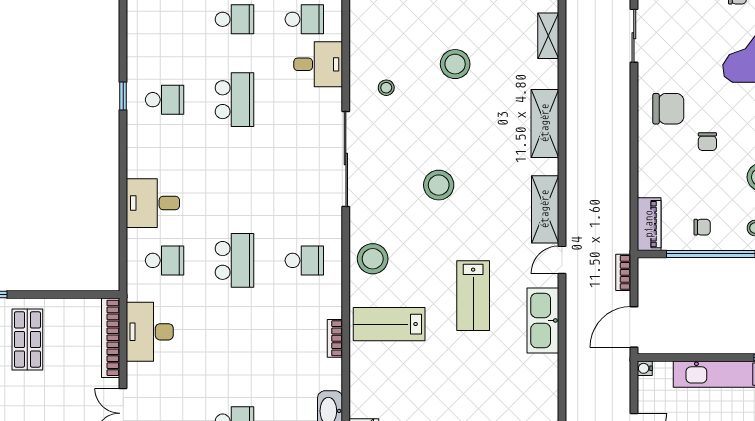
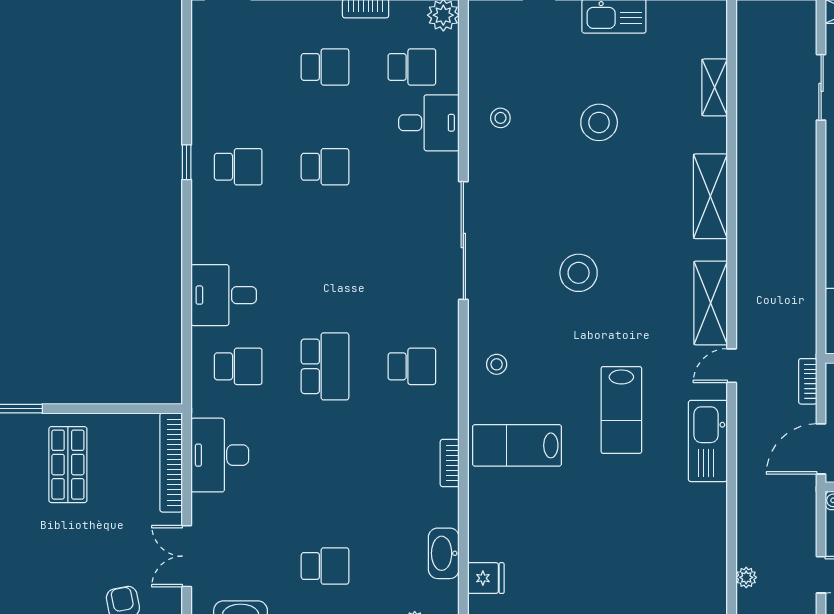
stool: (386, 88) -> (500, 118), moved
school desk: (234, 100) -> (325, 167), width x0.54
stool: (373, 259) -> (497, 364), width x0.53, depth x0.53

